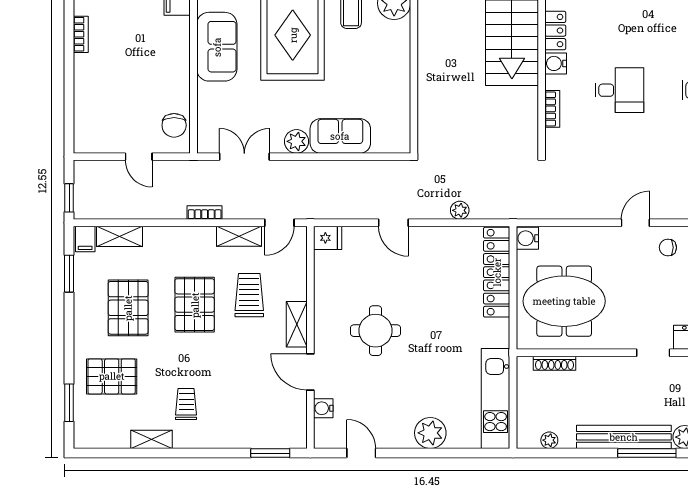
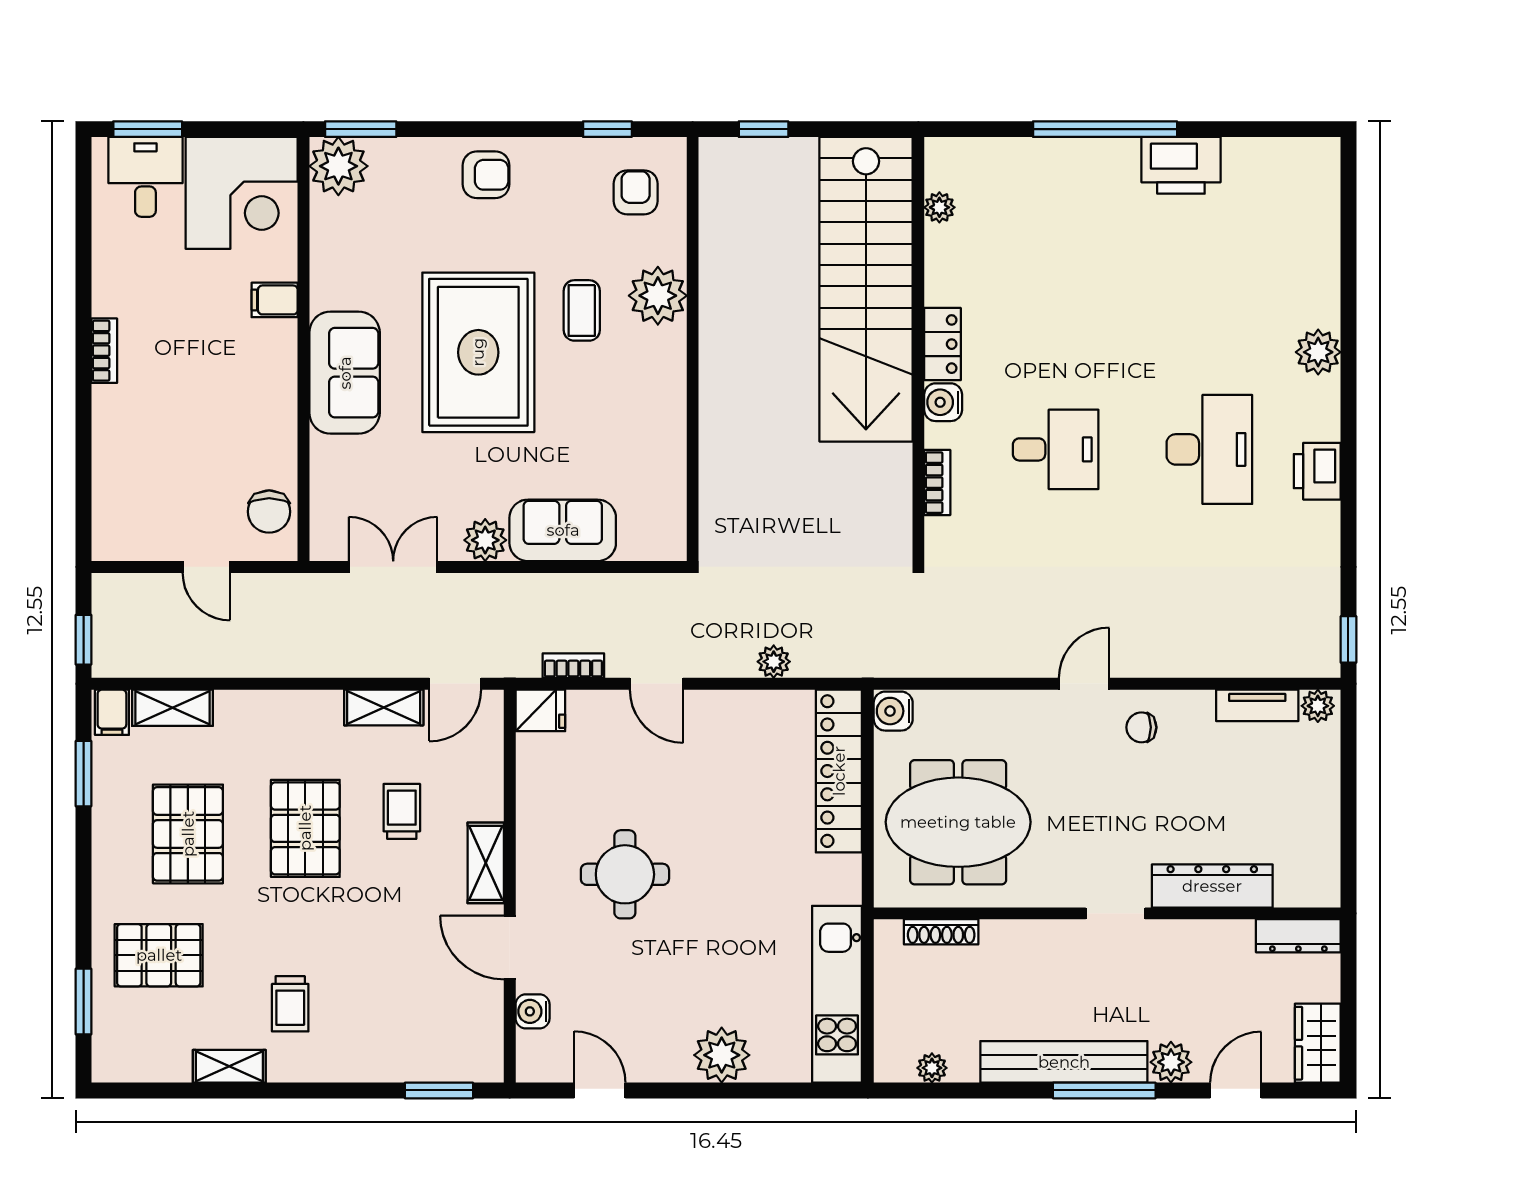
bookcase: (205, 213) -> (573, 666), moved
trolley: (249, 295) -> (402, 811), width x0.73, depth x0.72
trolley: (186, 404) -> (290, 1004), turned 180

